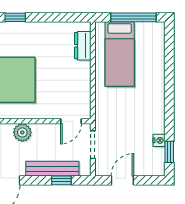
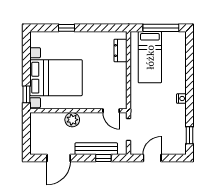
door: (71, 121) -> (111, 111), hinge flipped
nightstand: (159, 140) -> (181, 99), moved

